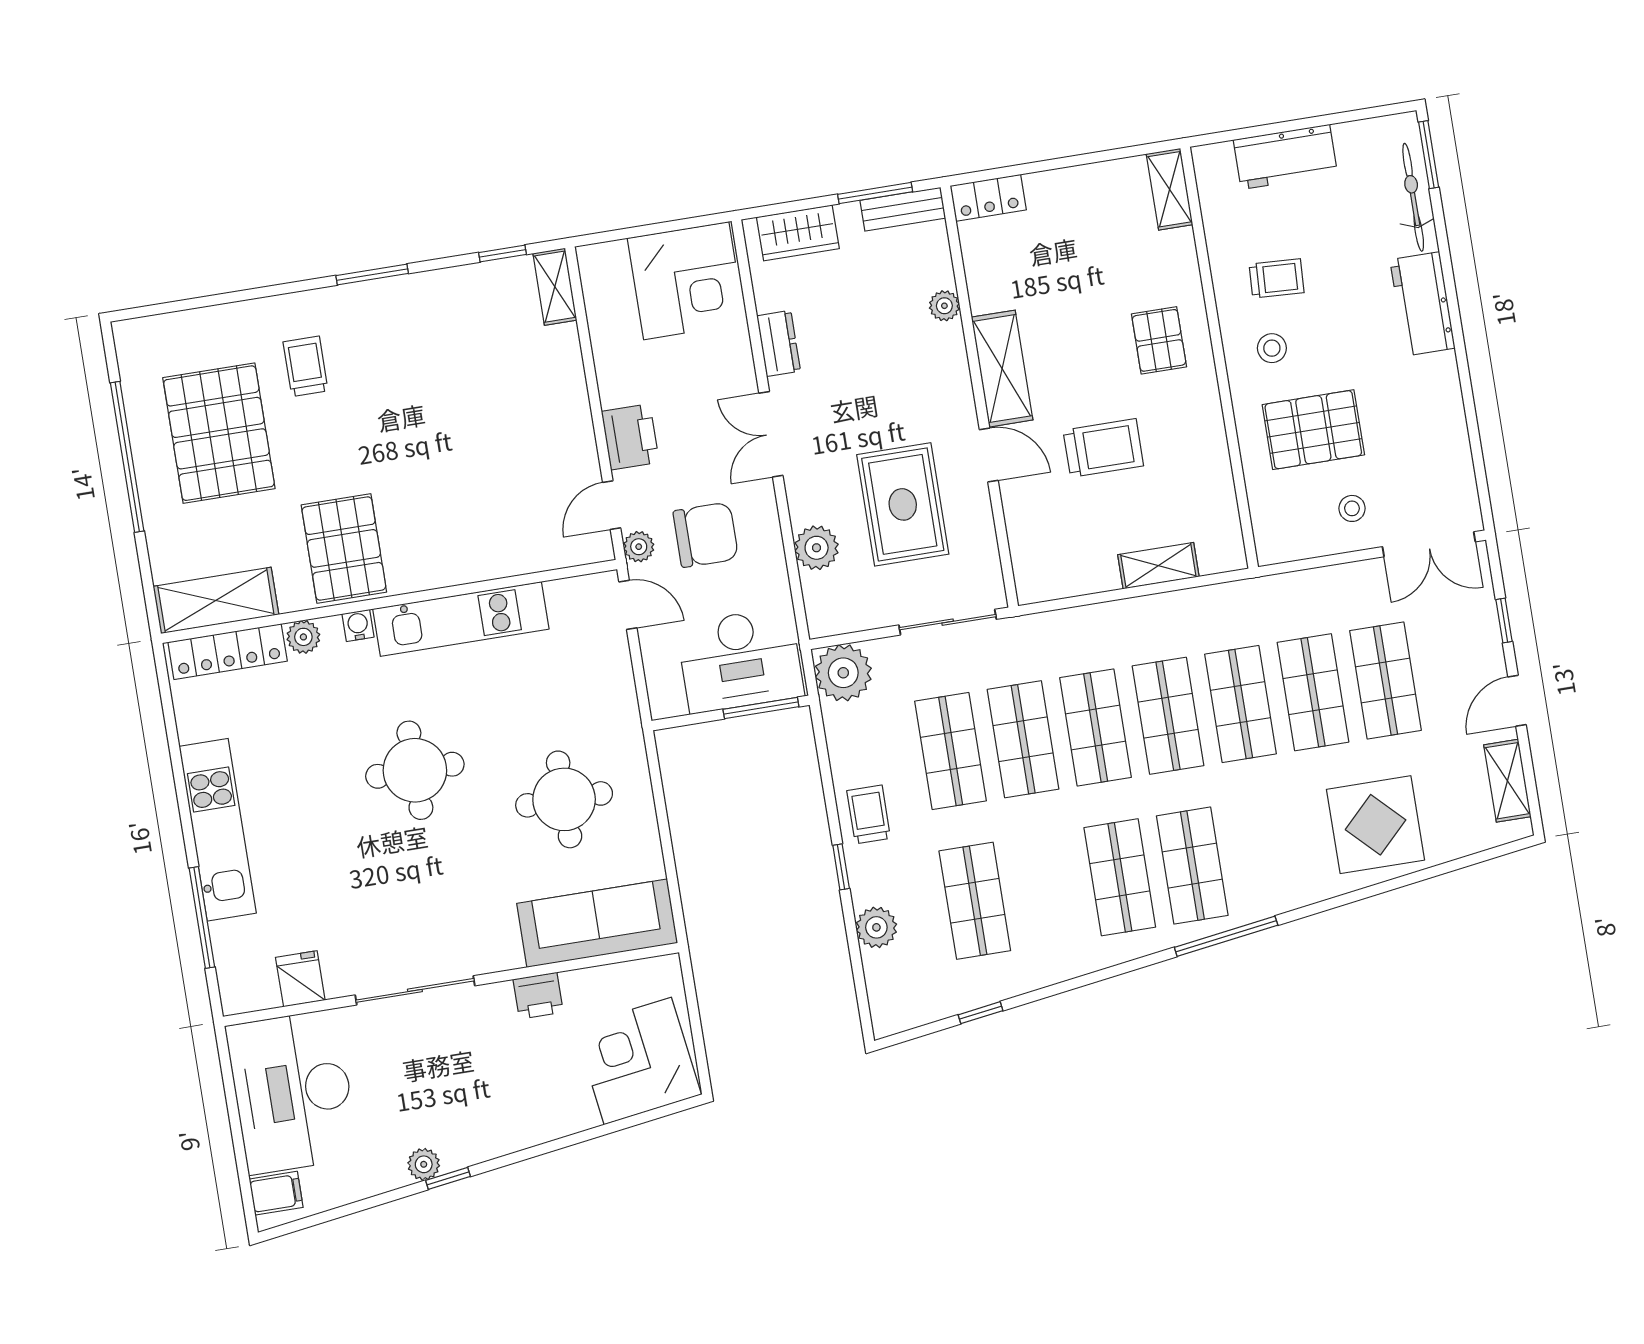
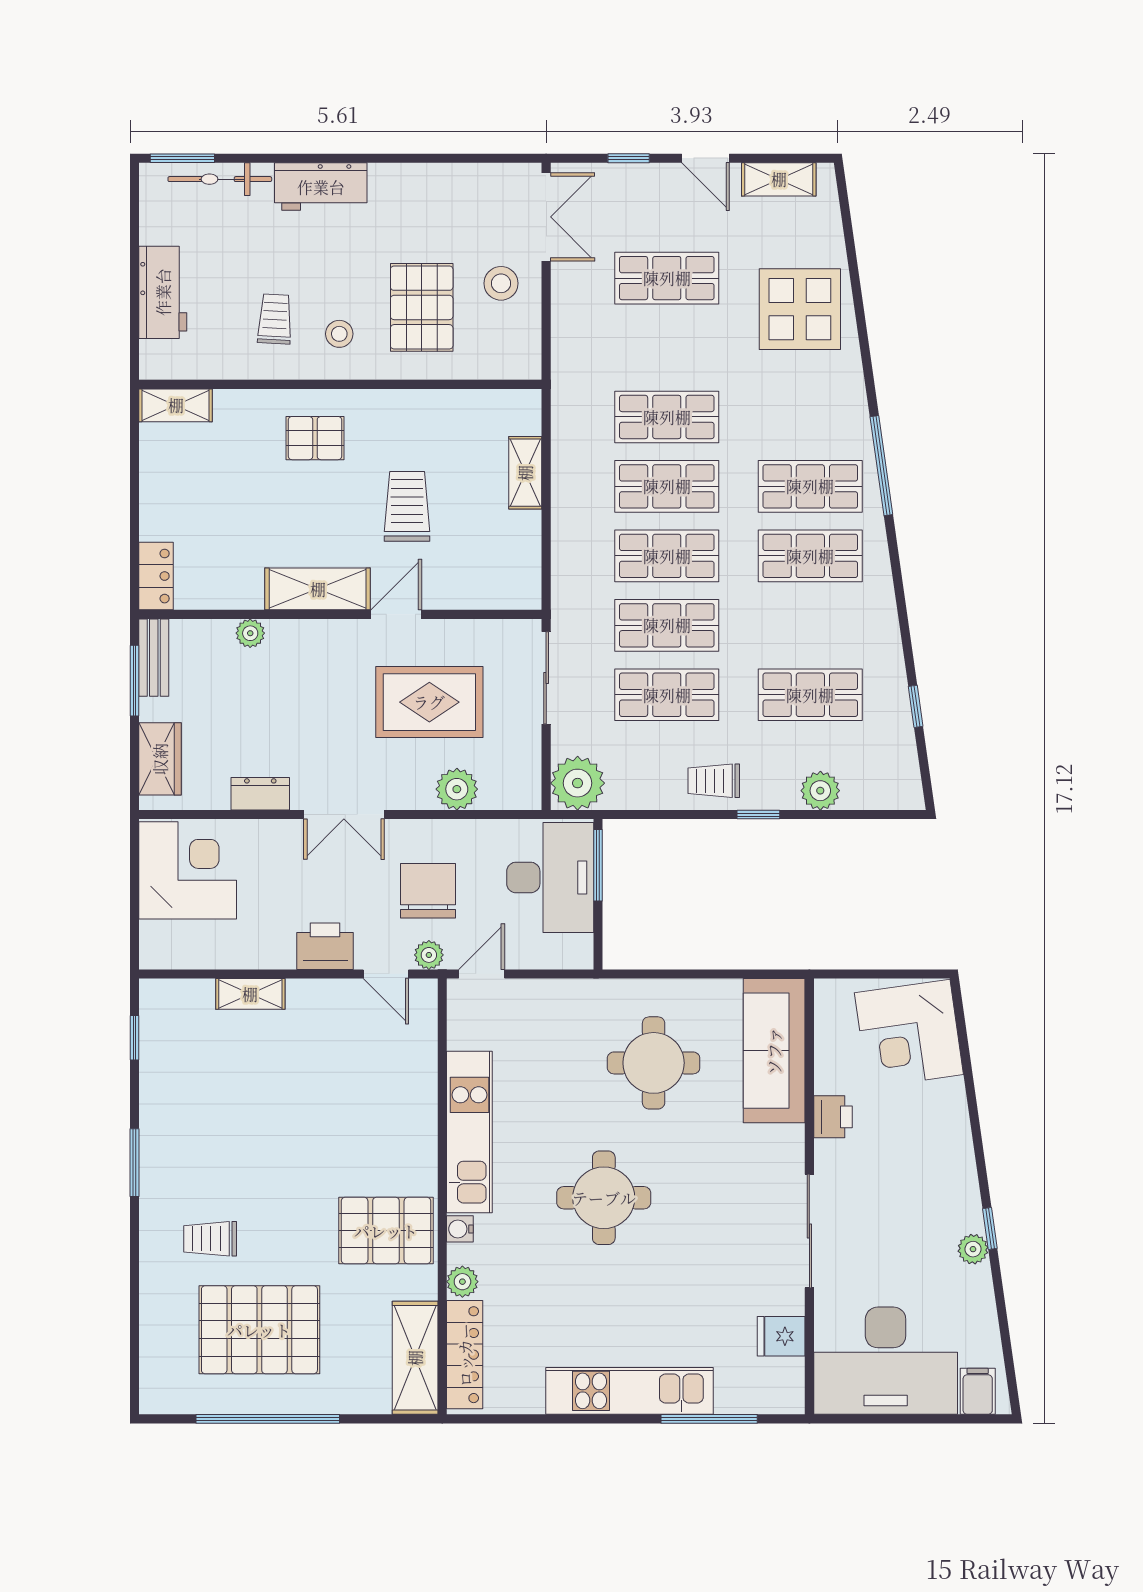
shelving: (555, 287) -> (250, 994), moved
stool: (1352, 508) -> (501, 283), width x1.37, depth x1.37
shop shelf: (1313, 692) -> (667, 348), removed

